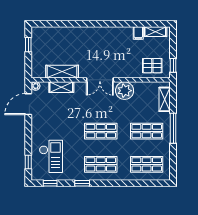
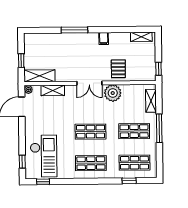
window: (85, 24) -> (74, 30), added
filing cabinet: (138, 33) -> (104, 38), moved
window: (28, 45) -> (21, 61), moved
pallet: (152, 66) -> (118, 69), moved, turned 90
shelving: (62, 72) -> (39, 76), moved
checkout: (51, 156) -> (44, 156), width x1.36, depth x1.21
window: (82, 183) -> (129, 181), moved

